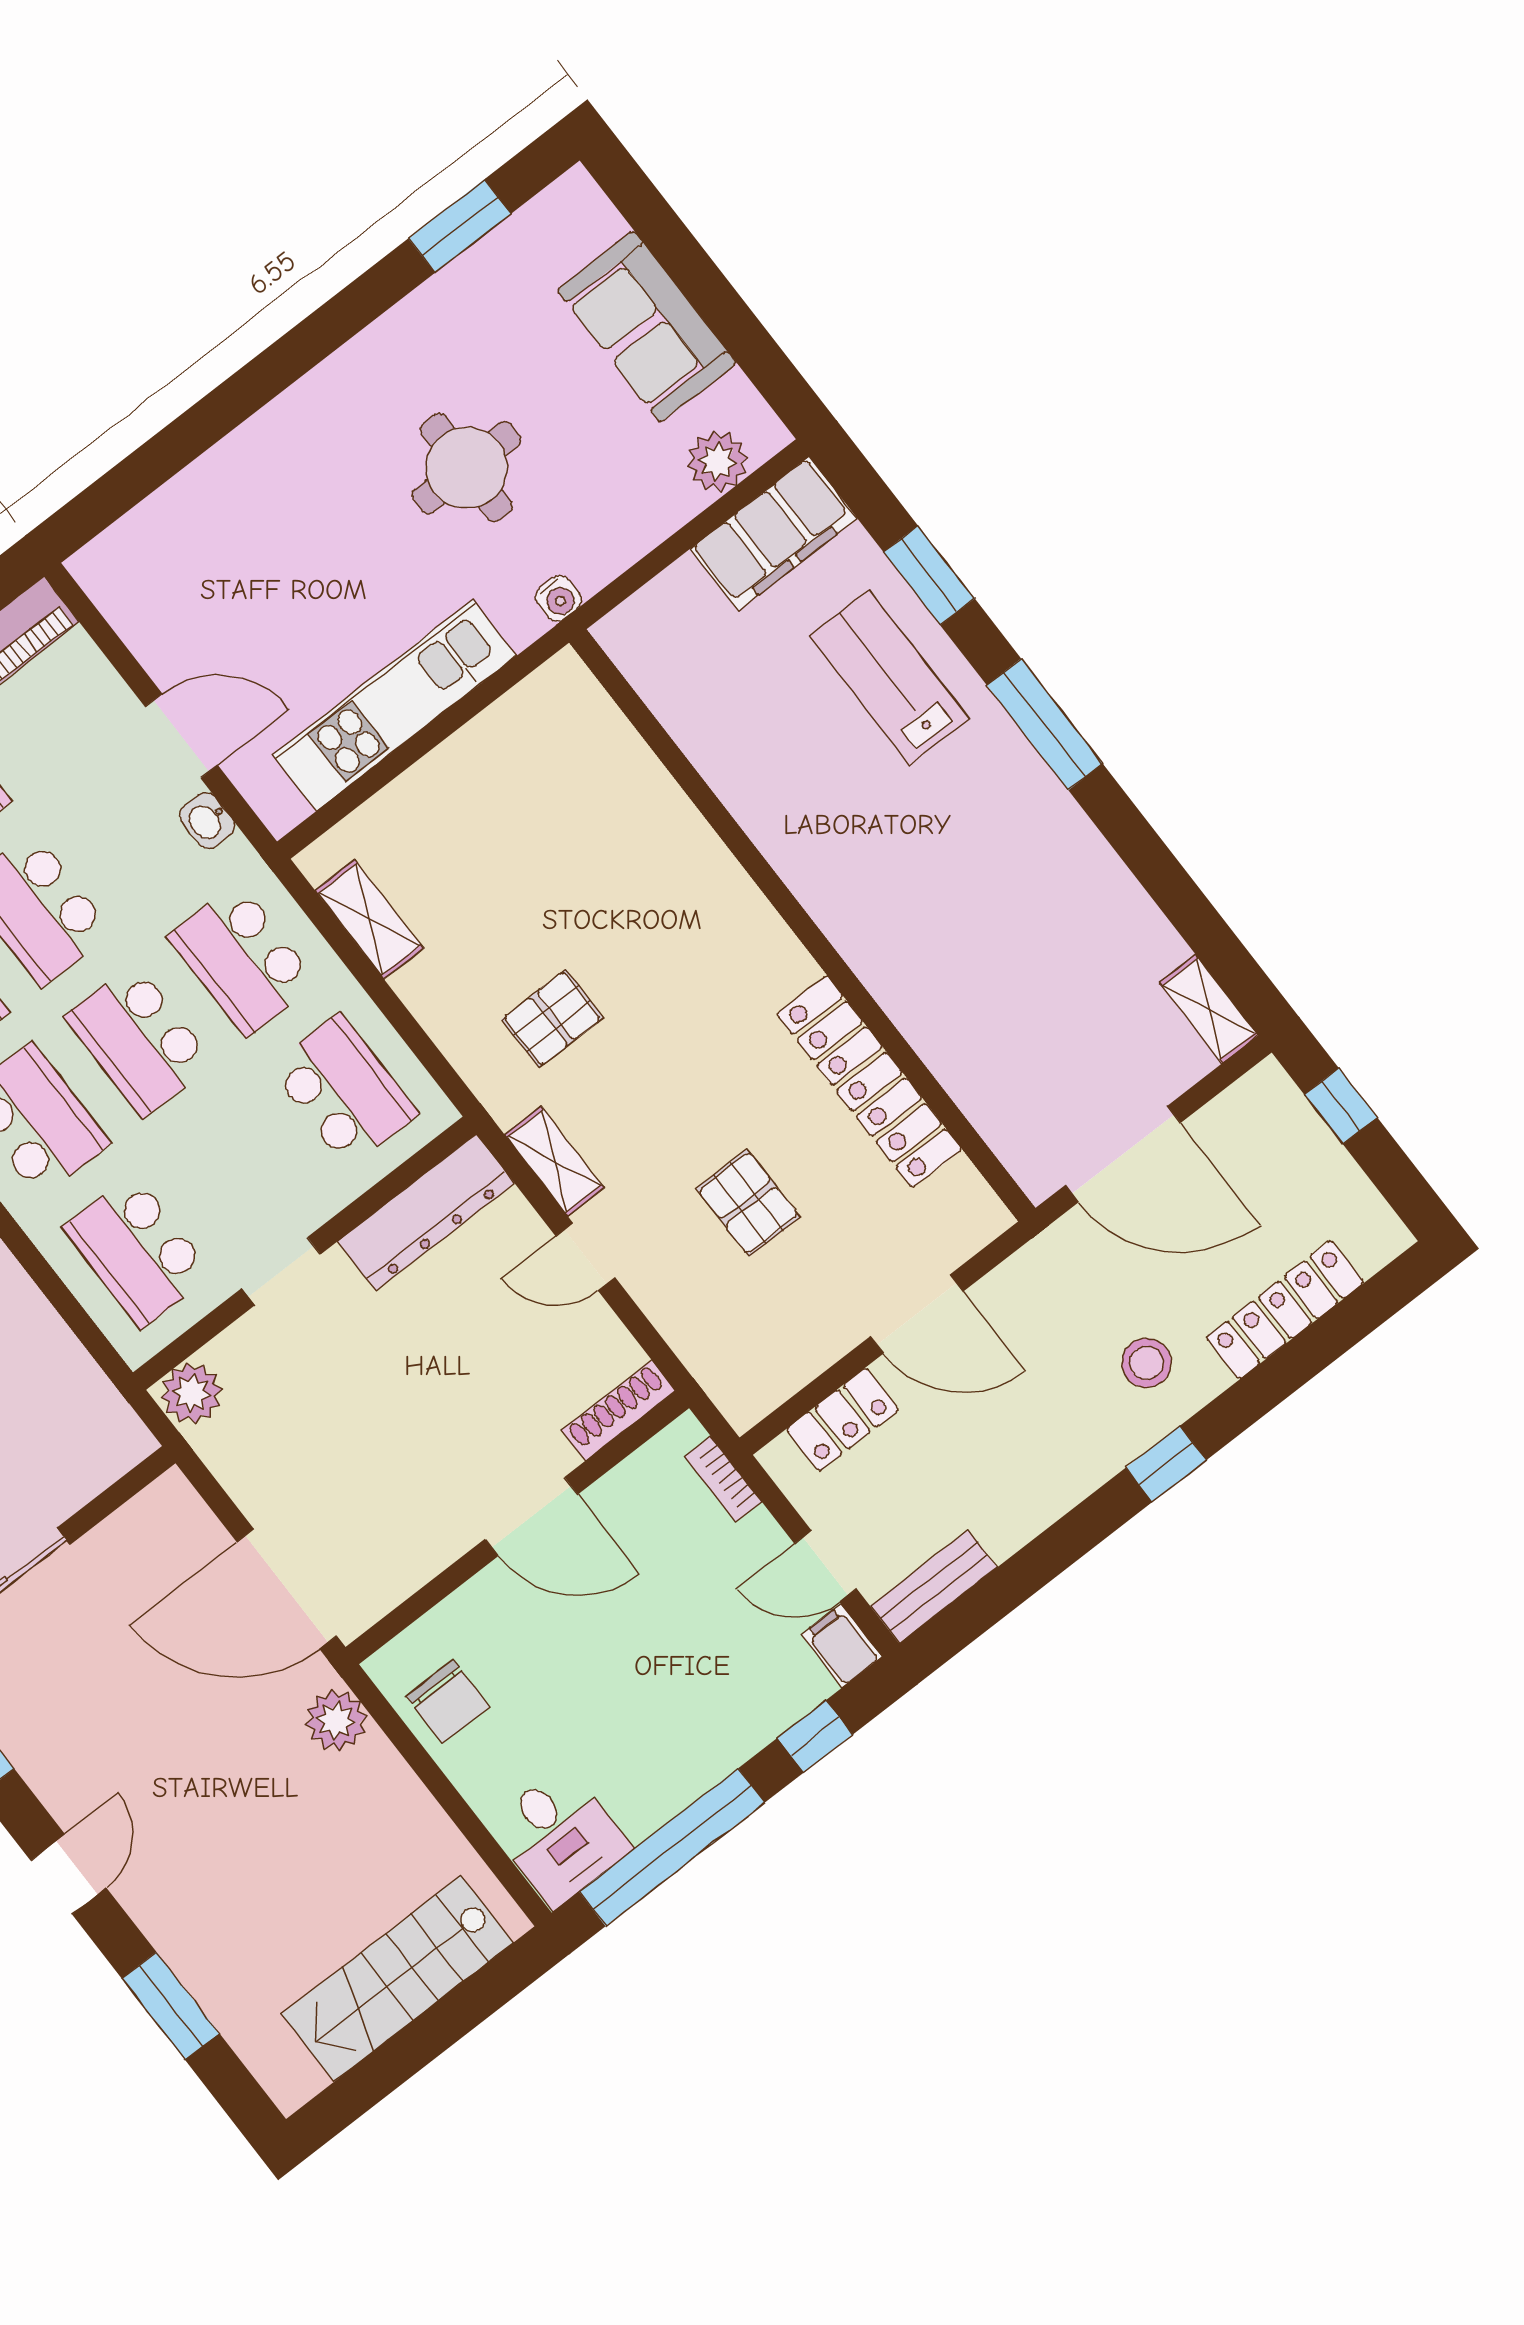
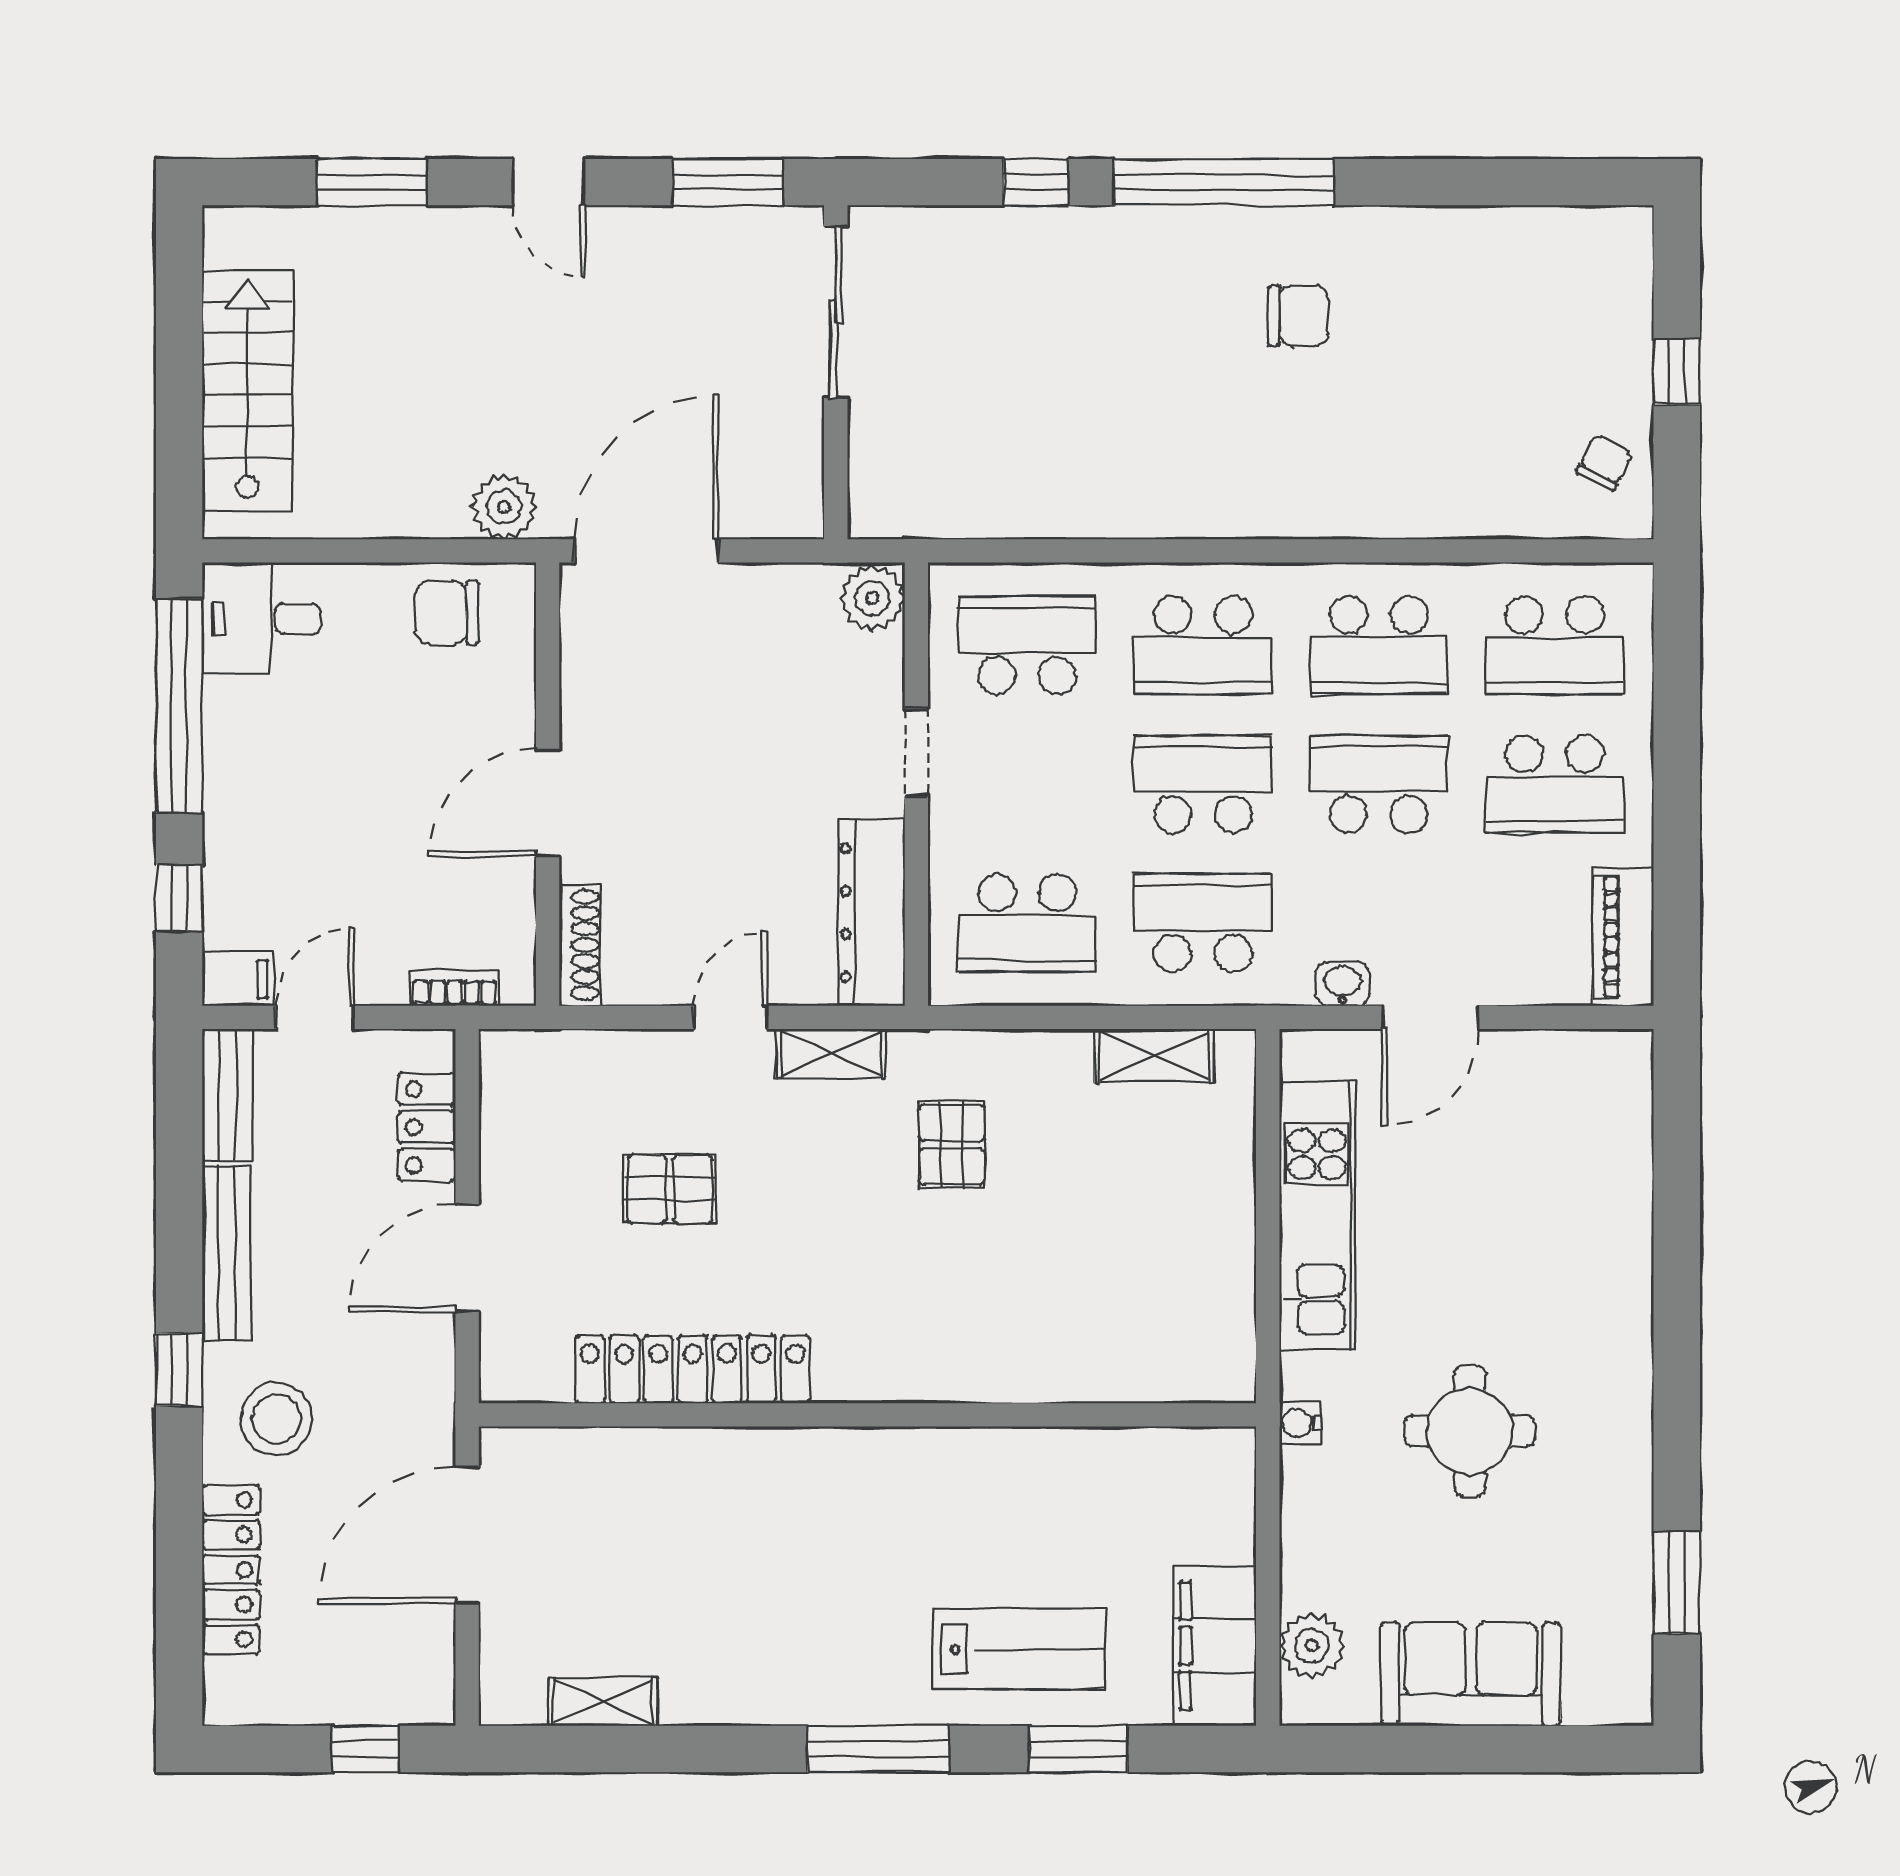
shelving: (1209, 1009) -> (603, 1702), moved
stool: (1146, 1363) -> (277, 1419), width x1.38, depth x1.38
bench: (1052, 1496) -> (227, 1253), added

